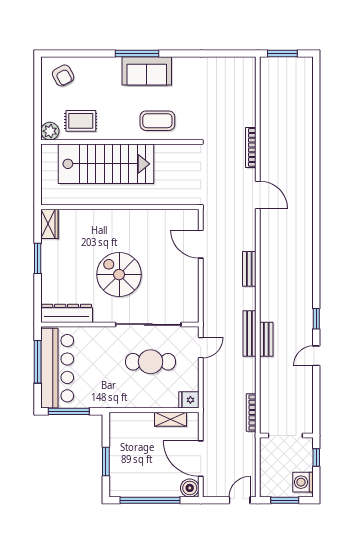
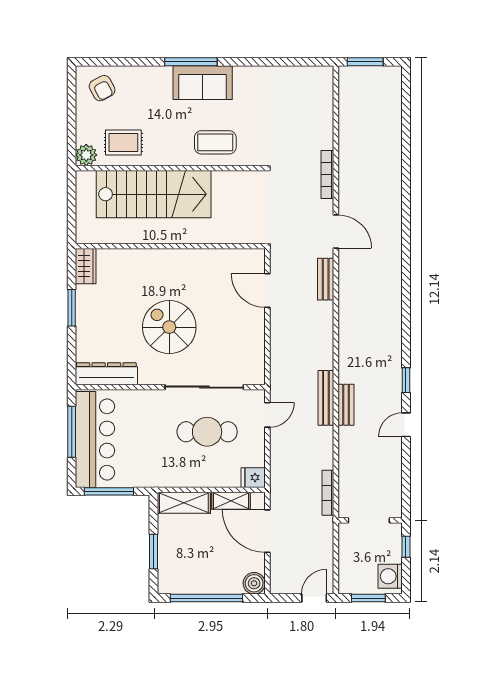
bench: (249, 269) -> (326, 279), moved
shelving: (131, 421) -> (184, 503), added
door: (201, 459) -> (267, 531), moved

